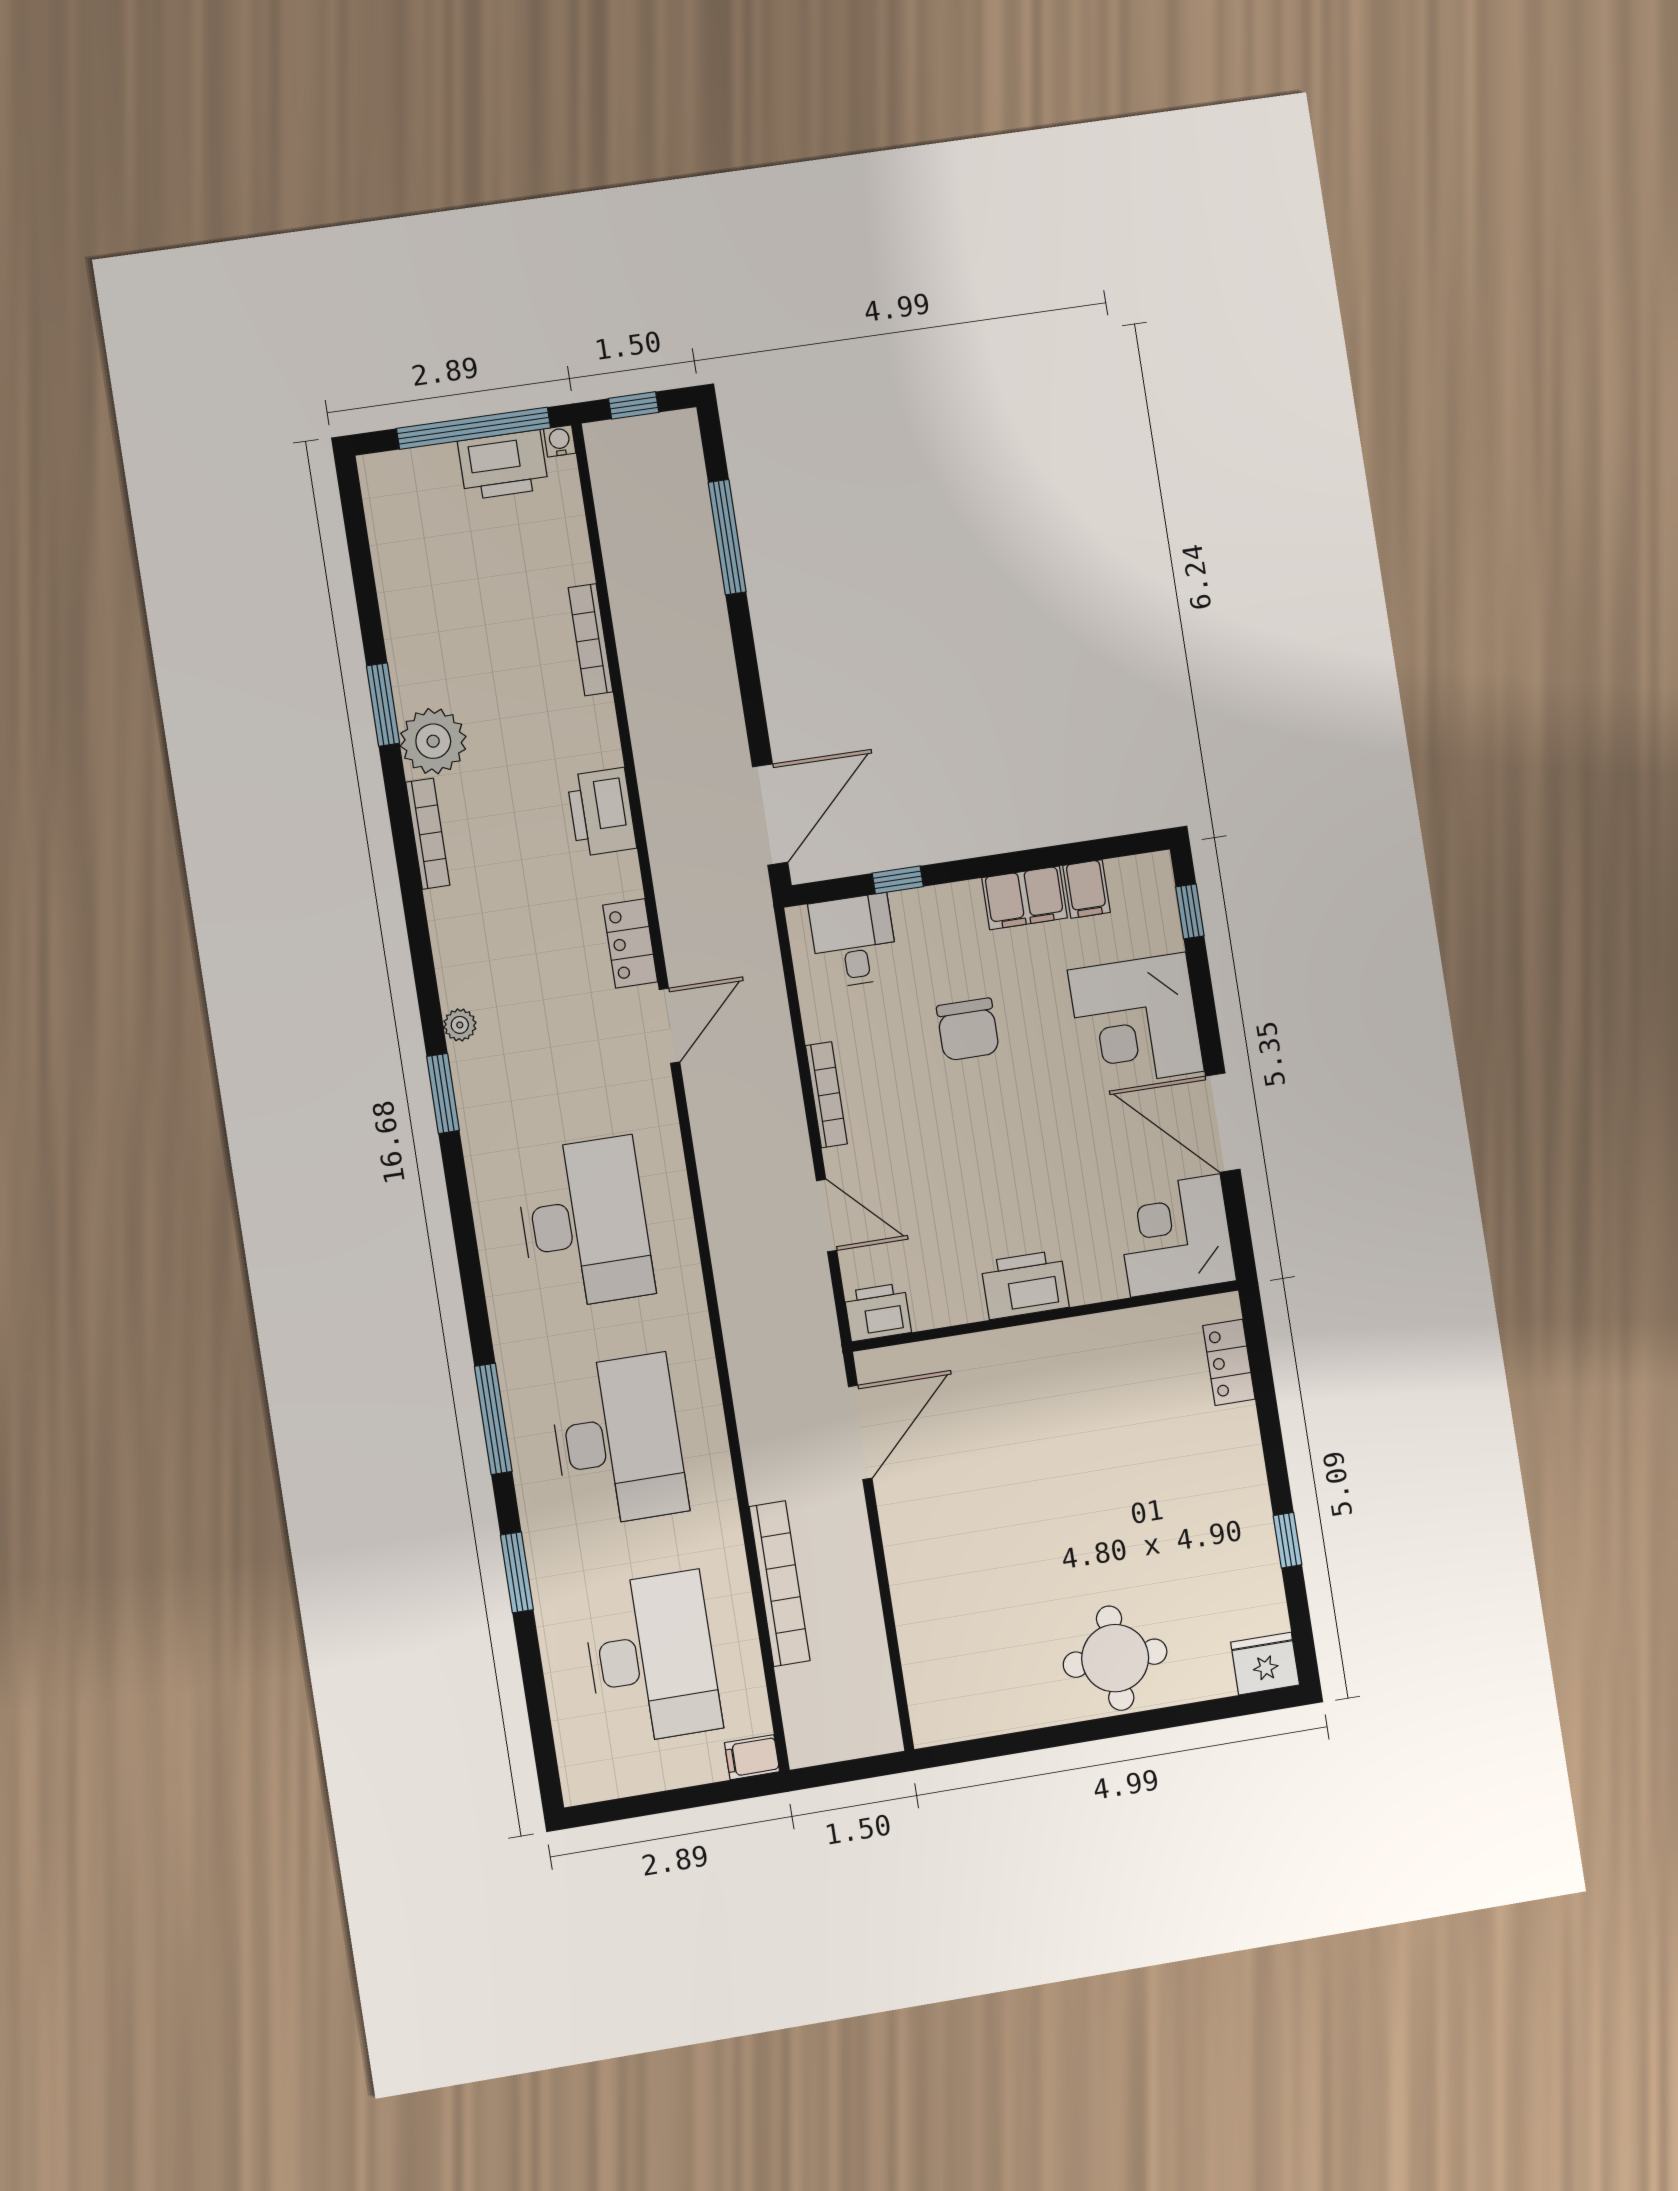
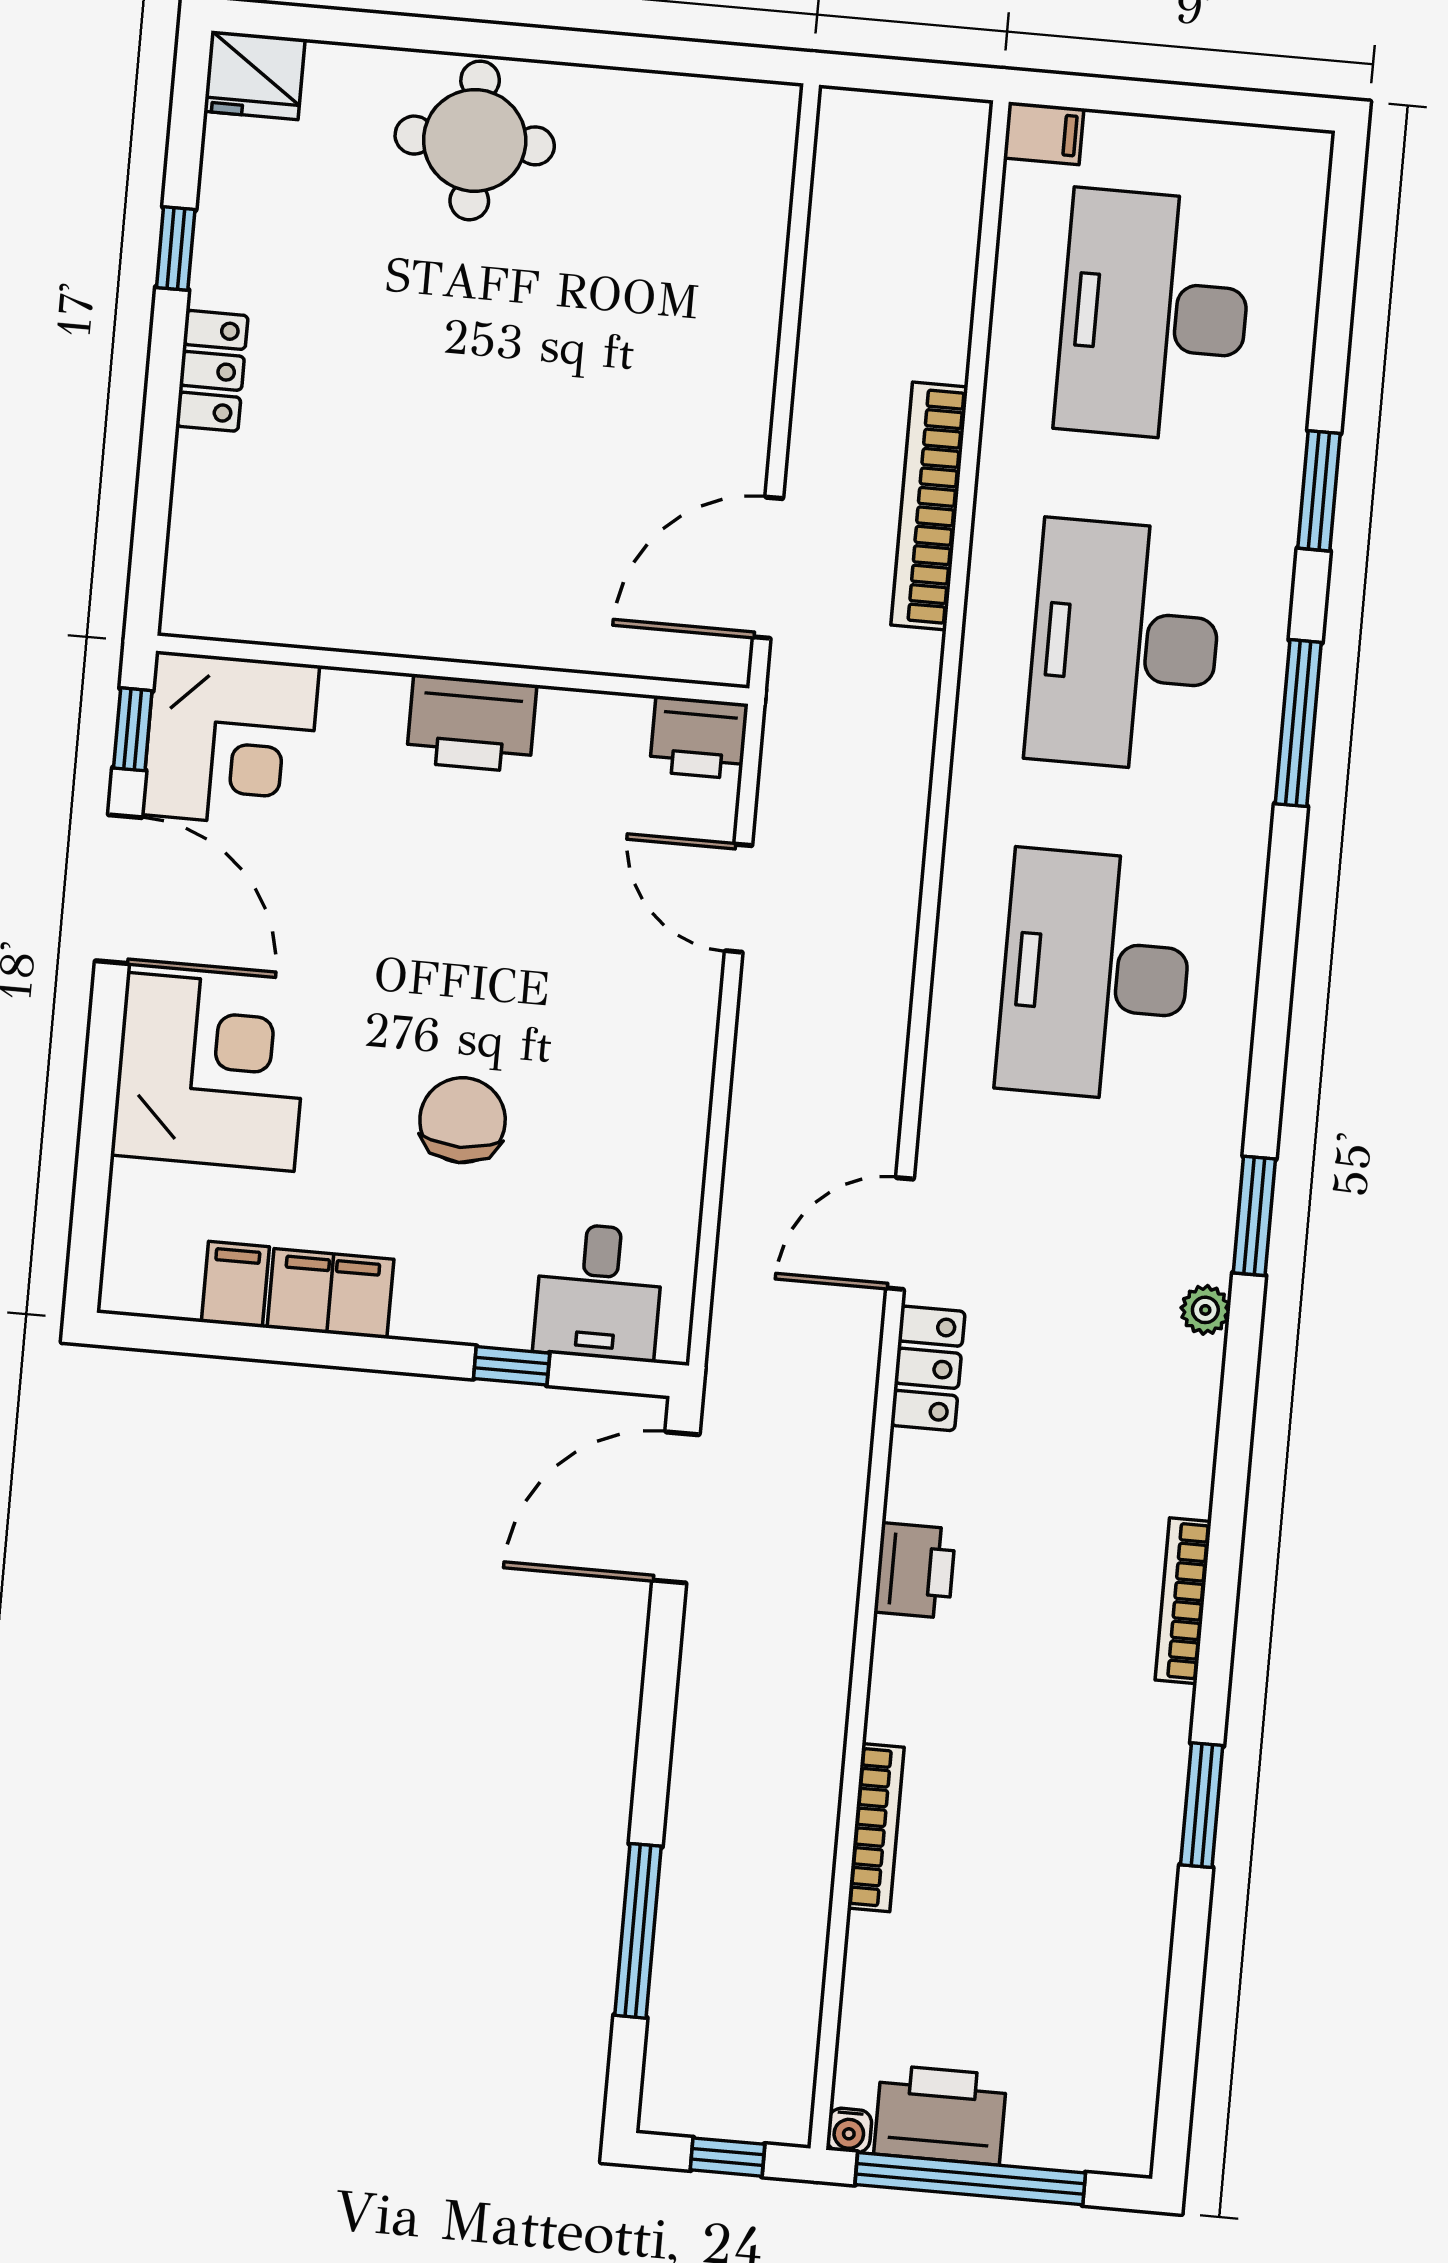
plant: (433, 741) -> (1142, 1734), removed
printer: (602, 812) -> (915, 1571), width x0.73, depth x0.84
window: (1190, 911) -> (133, 729), moved
bookcase: (826, 1095) -> (695, 1076), removed
locker: (1229, 1362) -> (212, 371), moved
bookcase: (780, 1584) -> (929, 506), moved

